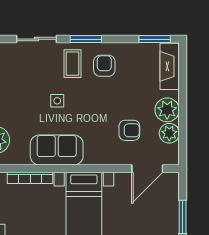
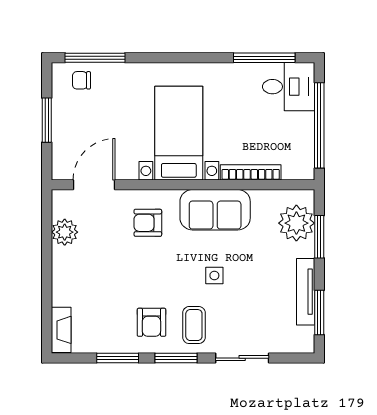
window: (155, 39) -> (118, 358), moved
fireplace: (170, 66) -> (61, 330), width x0.73, depth x0.76
plant: (167, 110) -> (68, 263), removed
armchair: (129, 130) -> (148, 223), moved

